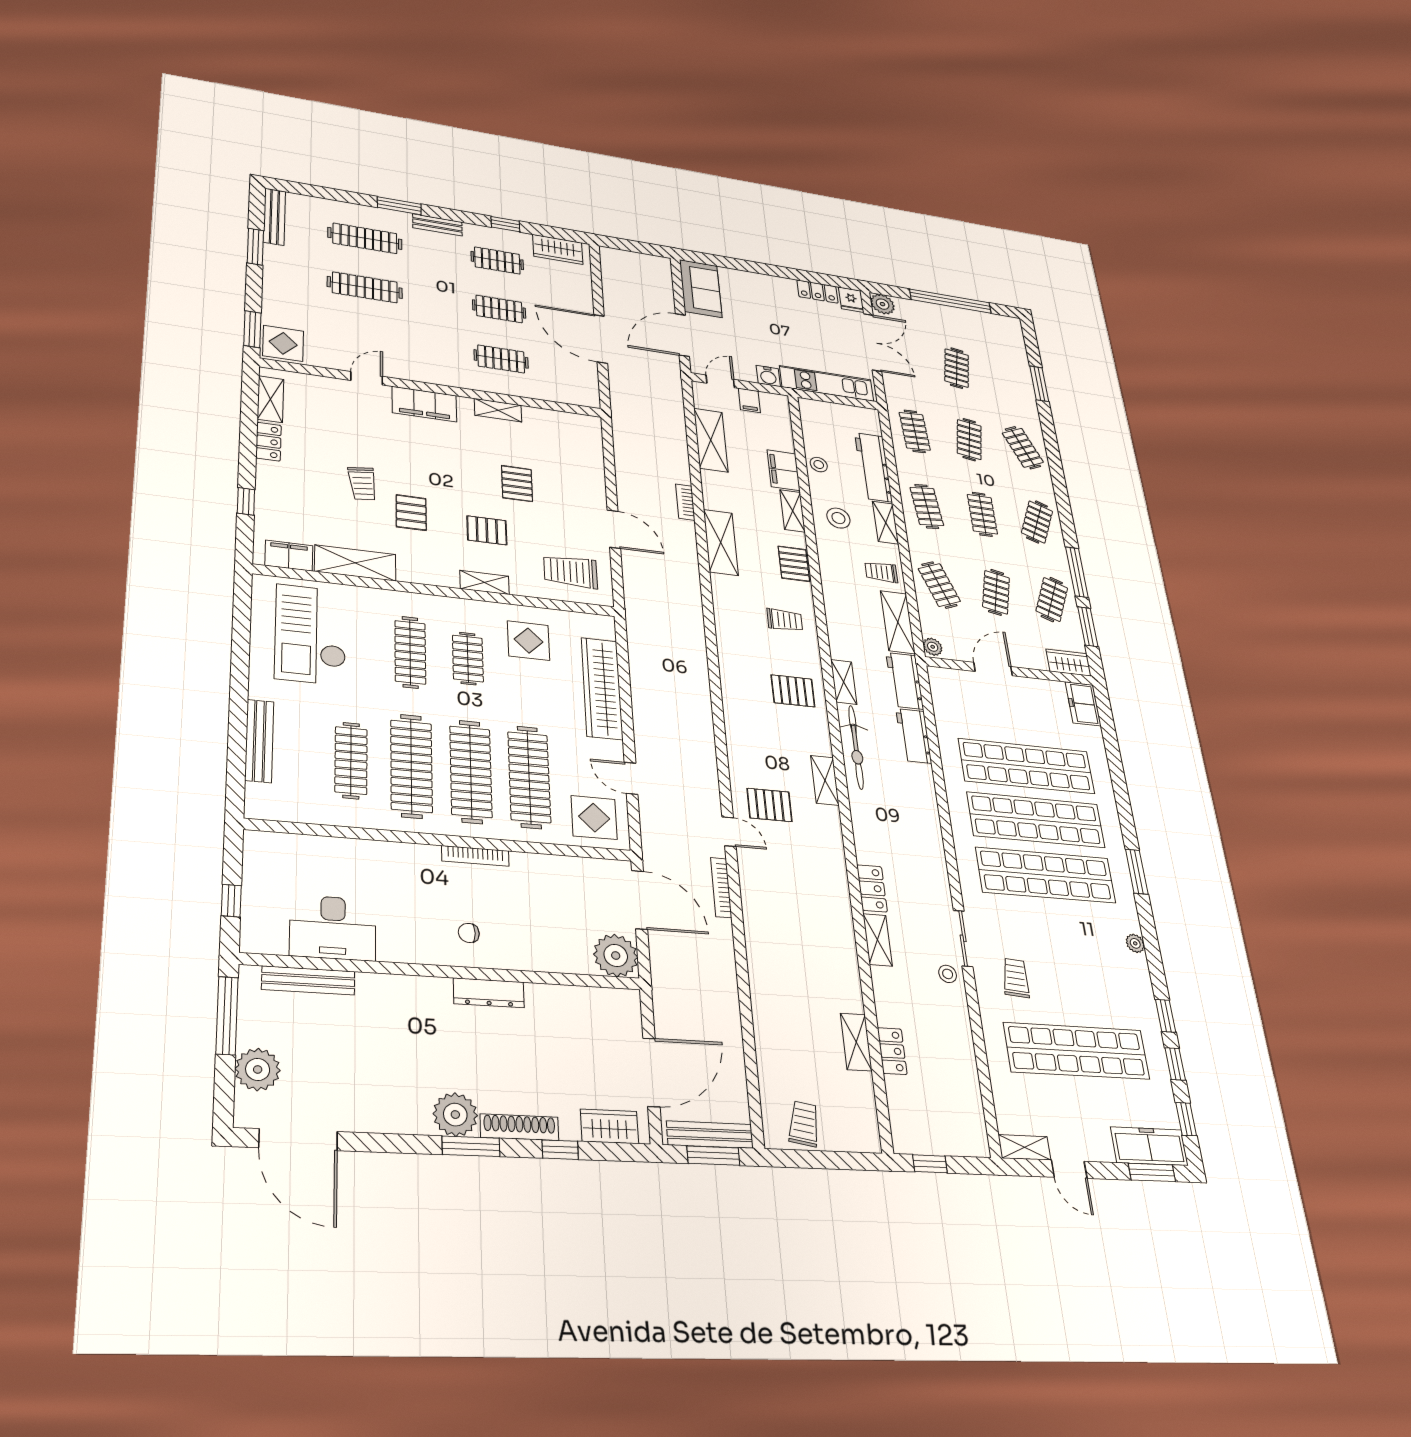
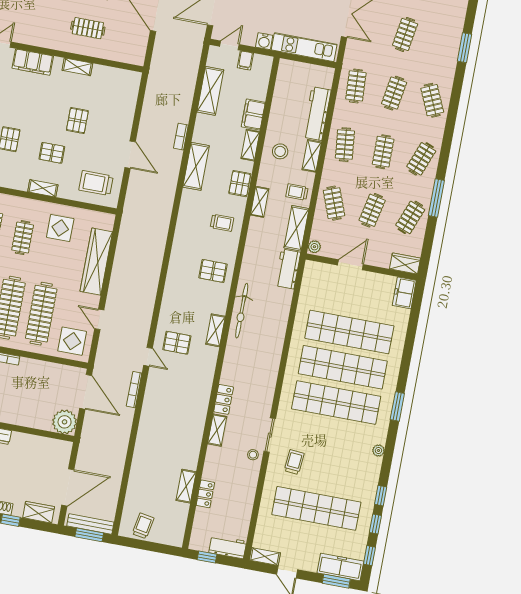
stool: (819, 465) -> (279, 111), removed
window: (1088, 627) -> (429, 239), removed
shelving: (844, 682) -> (260, 202), moved
workbench: (914, 736) -> (228, 547), moved, turned 90

